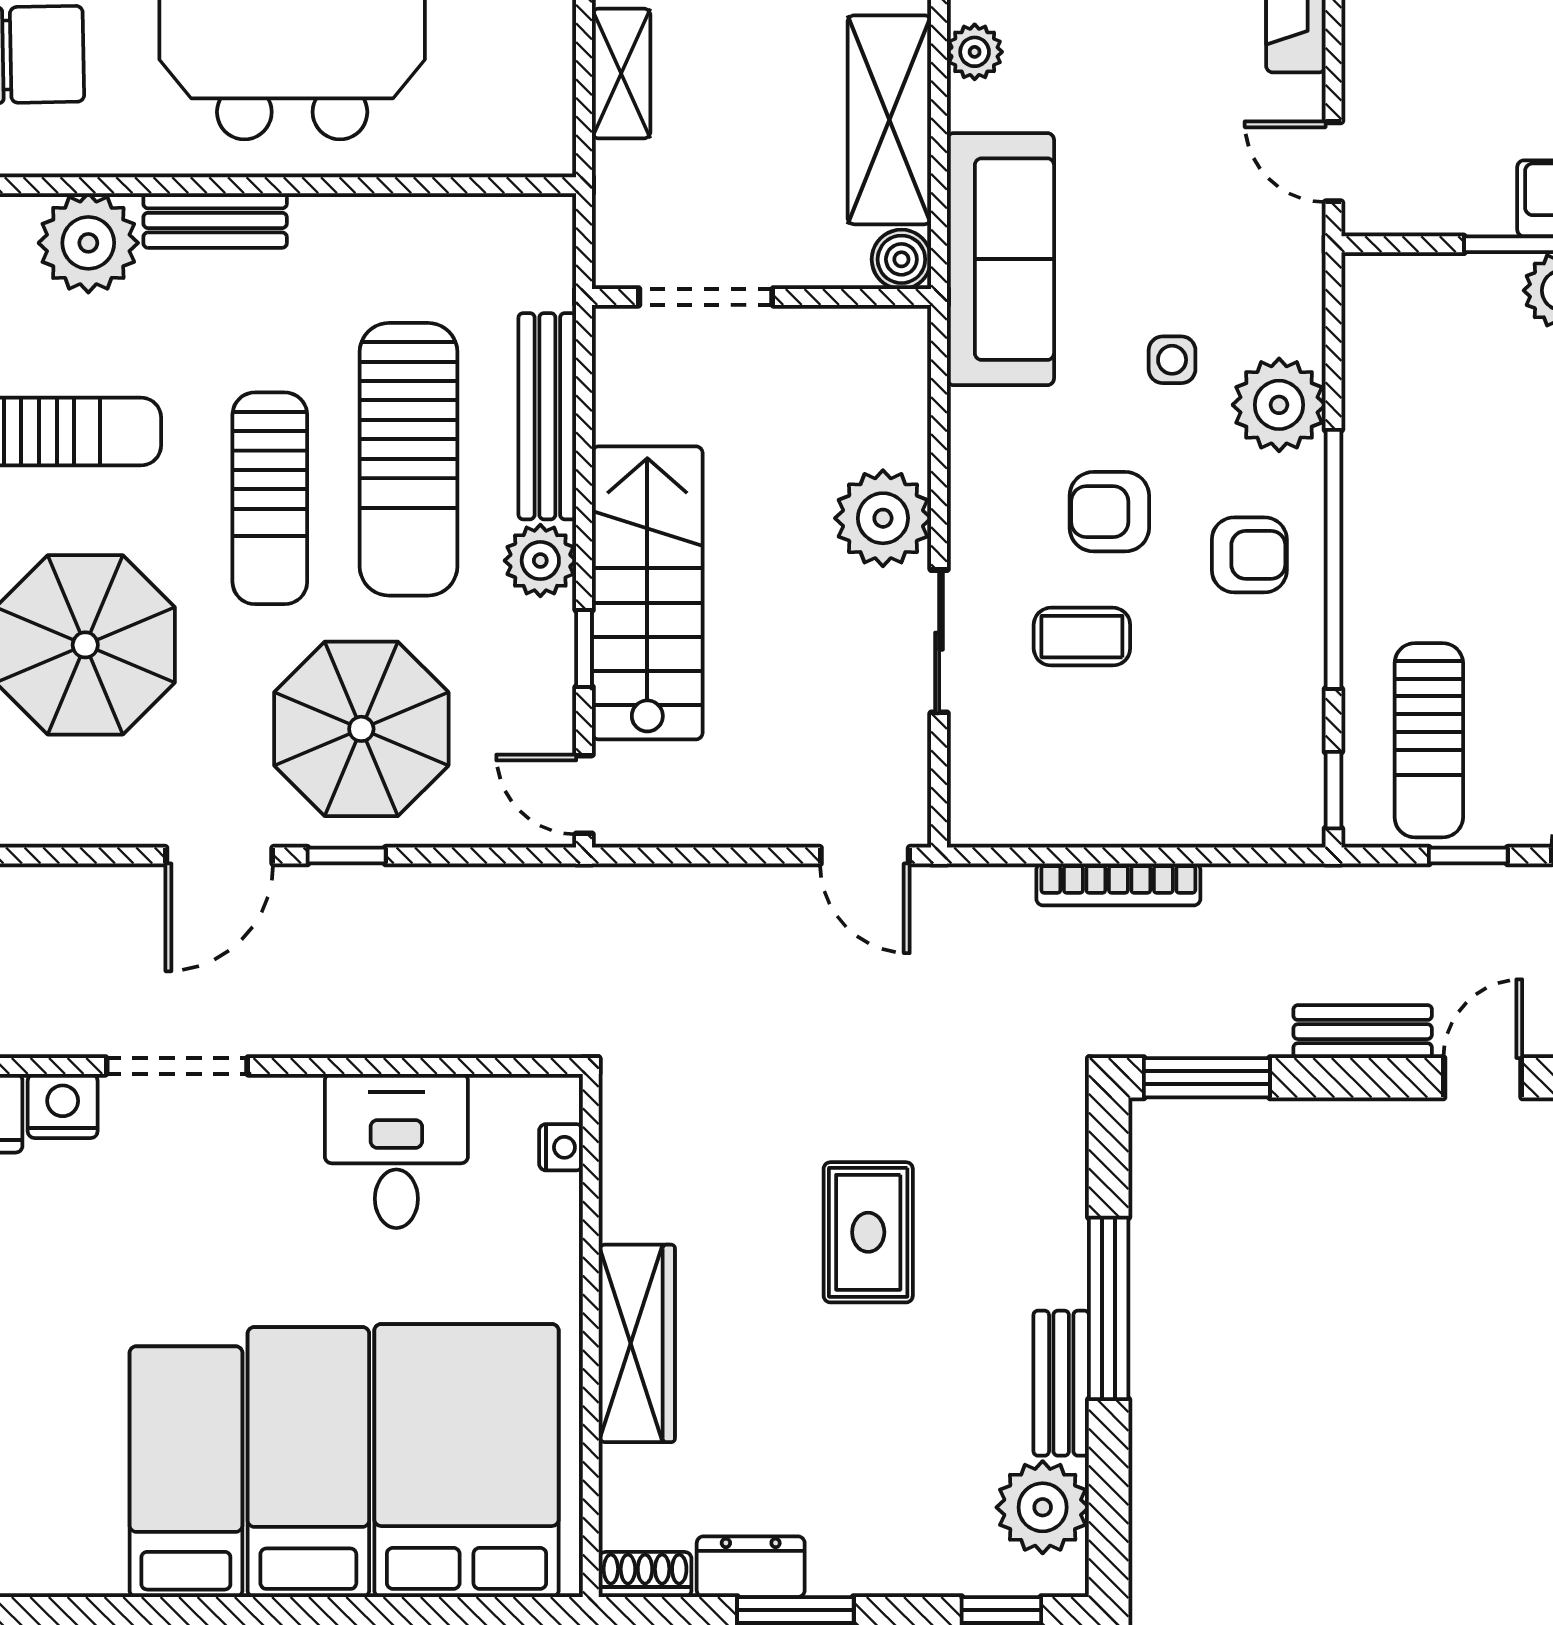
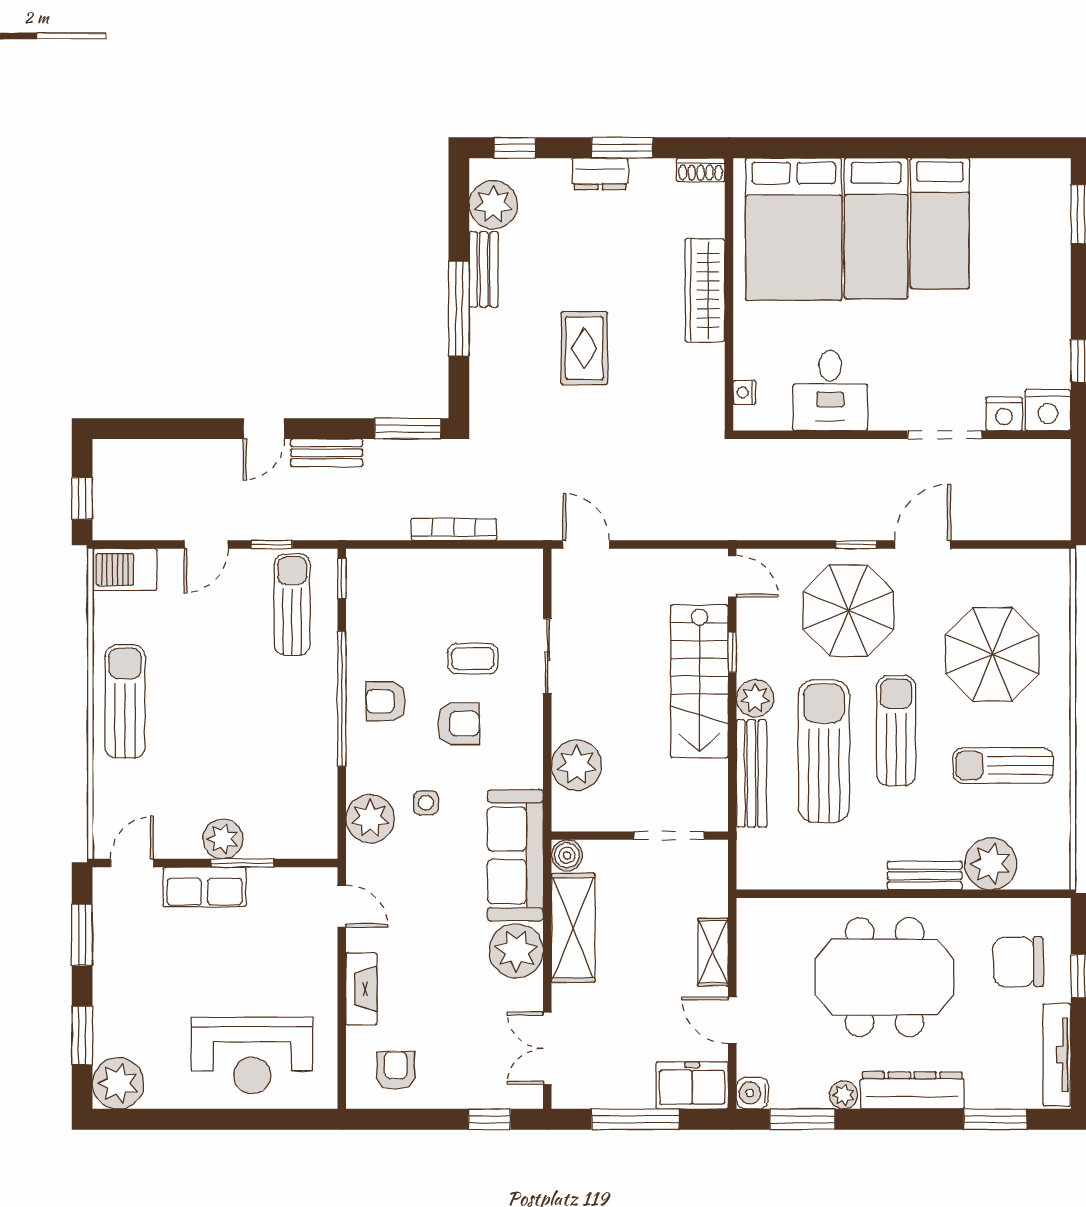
plant: (975, 52) -> (516, 951), width x1.88, depth x1.88
plant: (1279, 405) -> (370, 819), moved
plant: (883, 518) -> (577, 765), moved
dresser: (751, 1567) -> (600, 174), moved

